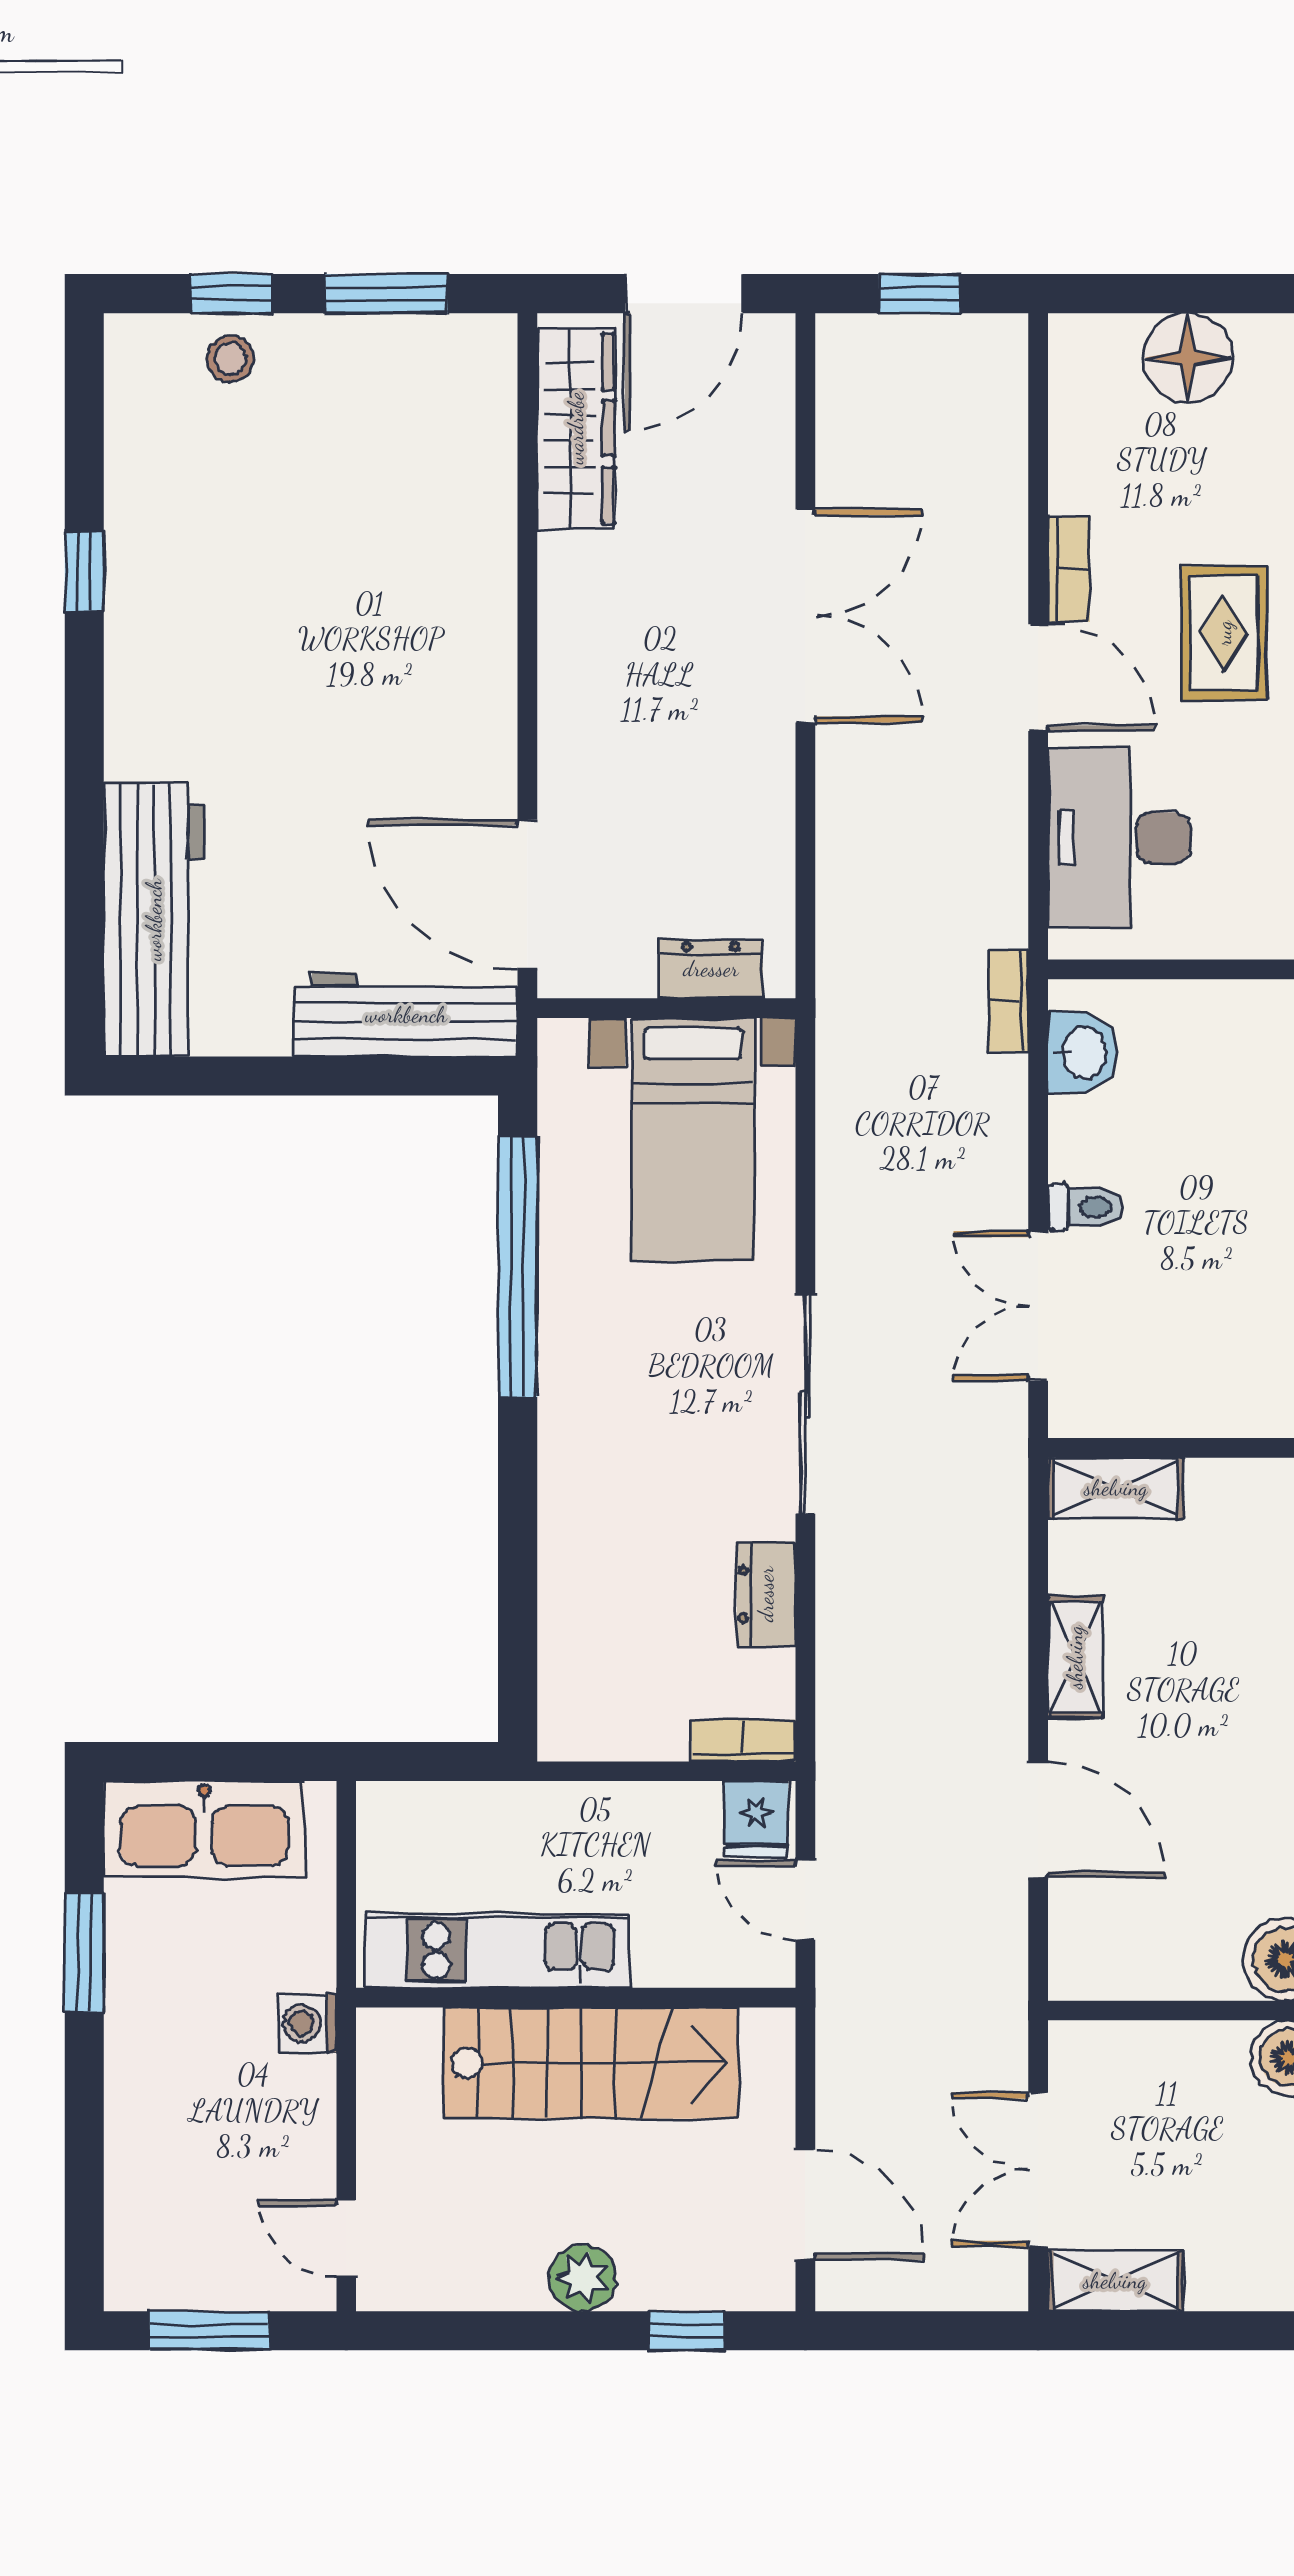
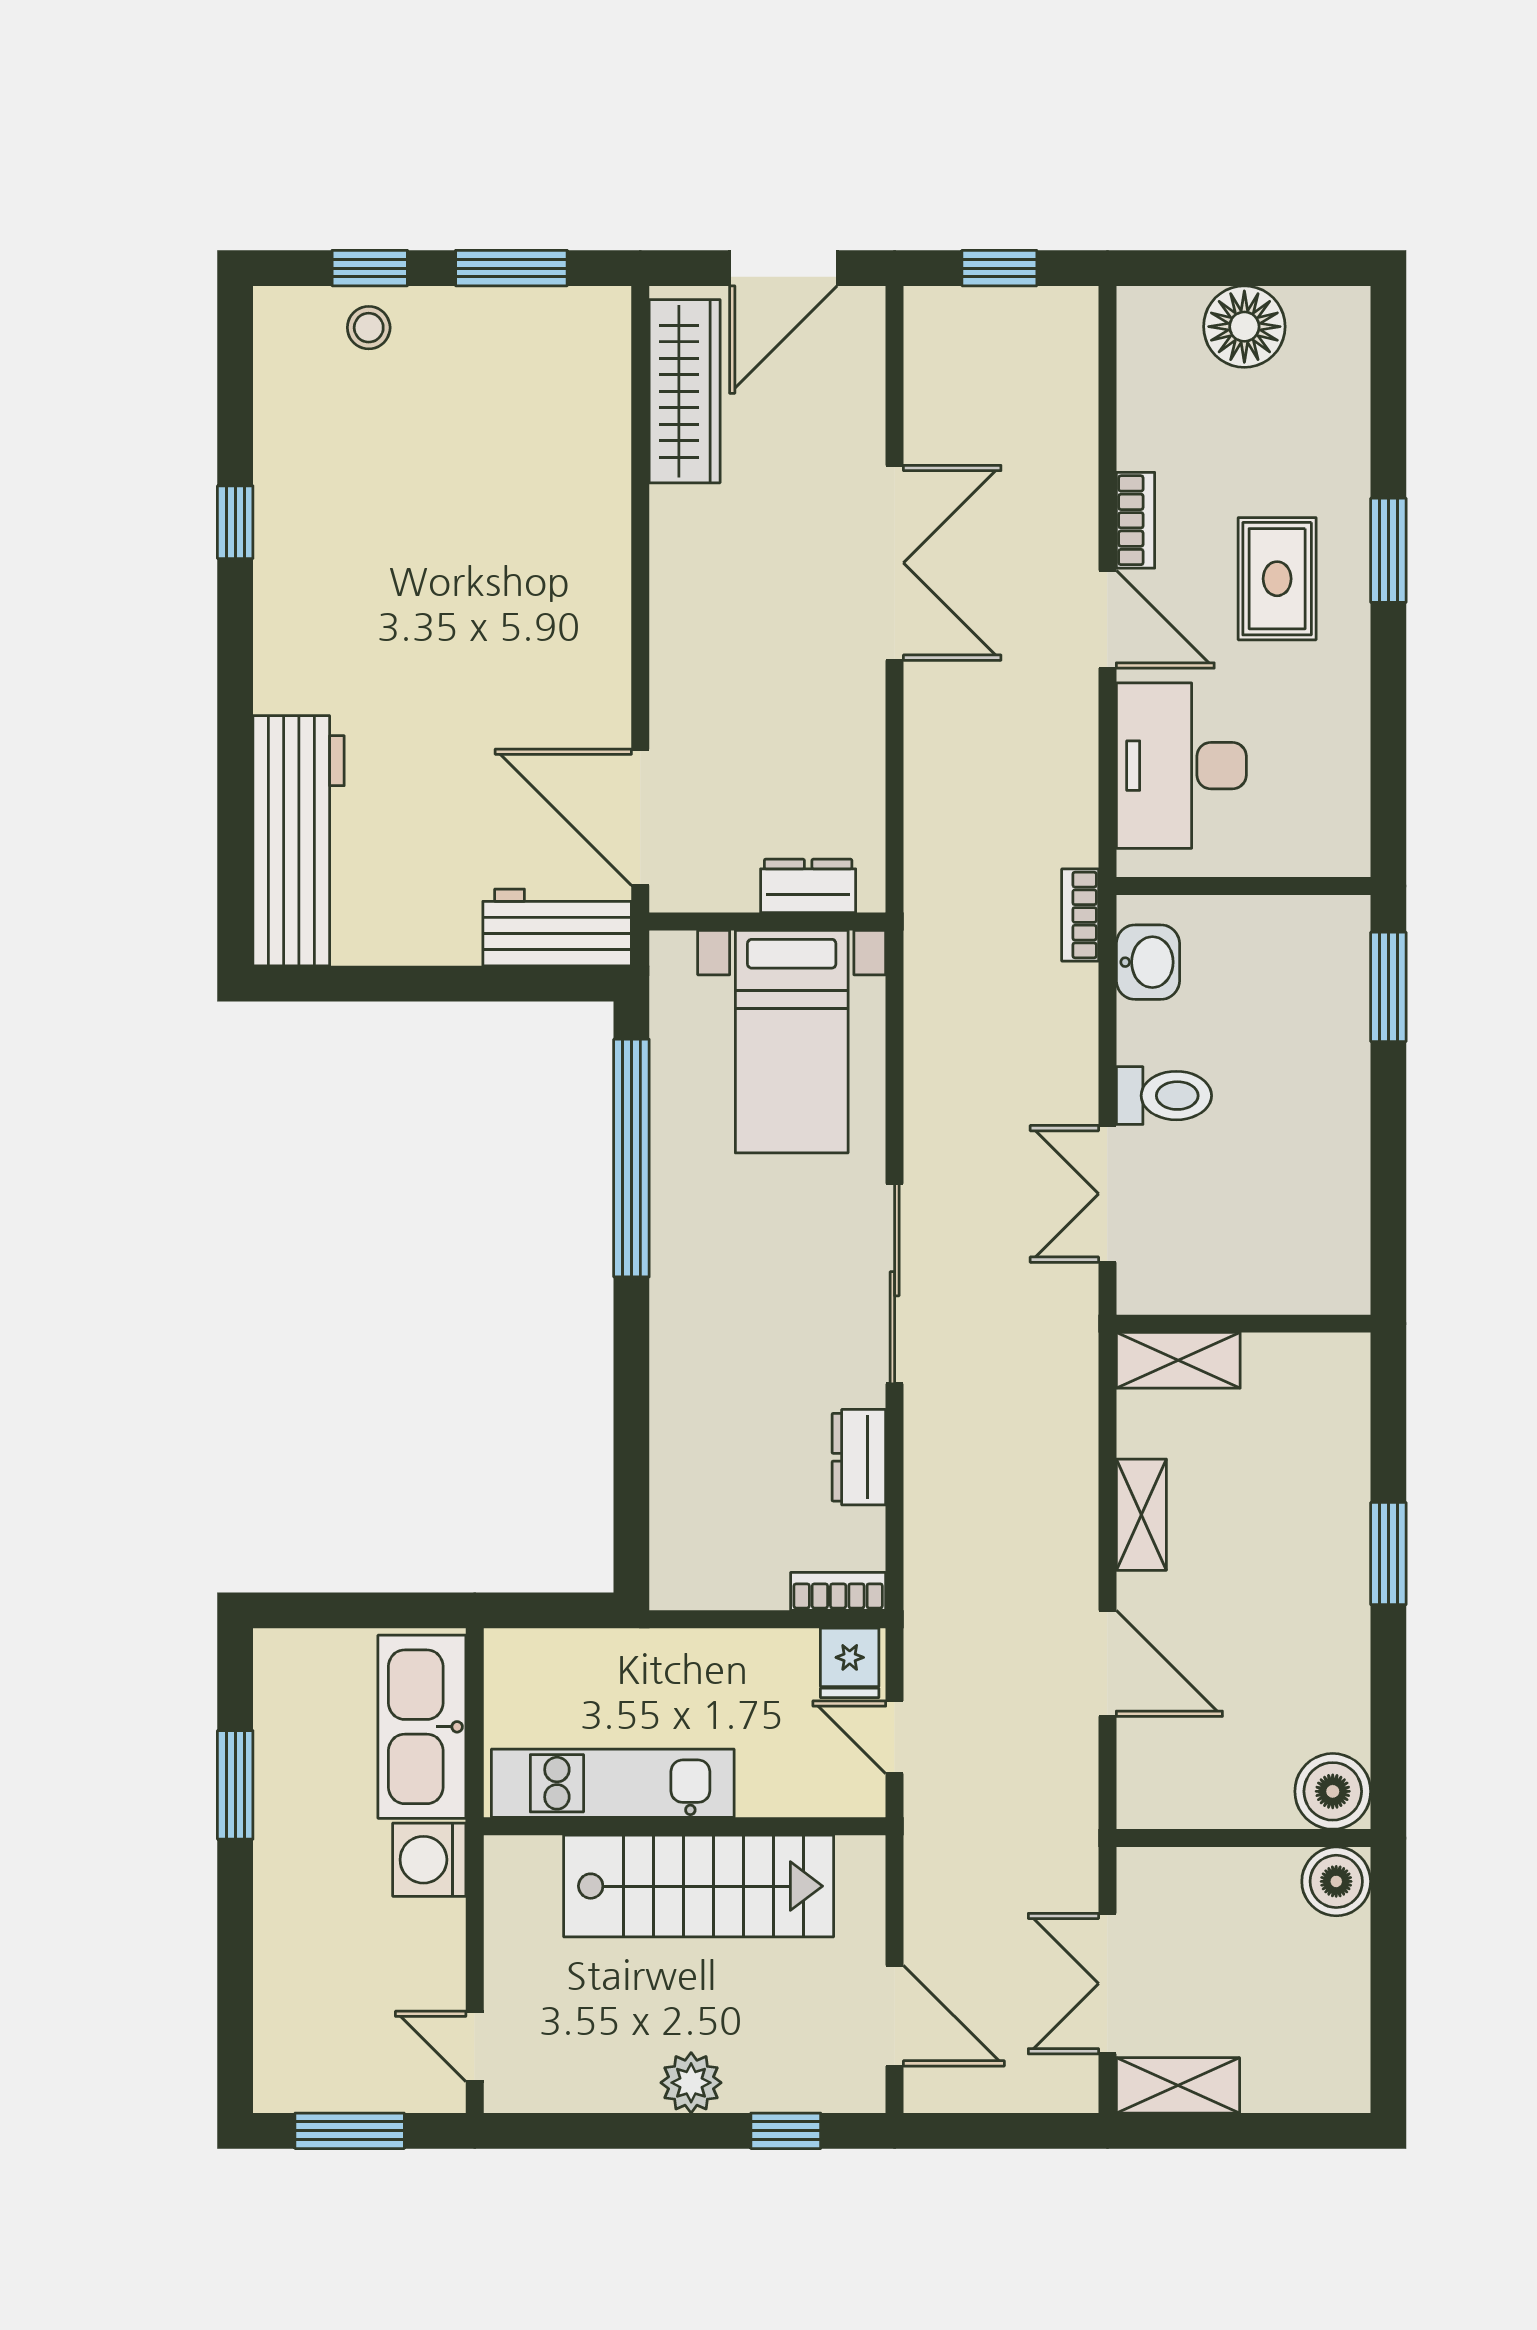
workbench: (406, 1015) -> (557, 927), width x0.73
toilet: (1085, 1207) -> (1164, 1096), width x1.37, depth x1.39
kitchen sink: (204, 1829) -> (422, 1727), moved, turned 90
washing machine: (308, 2023) -> (429, 1860), width x1.38, depth x1.38

